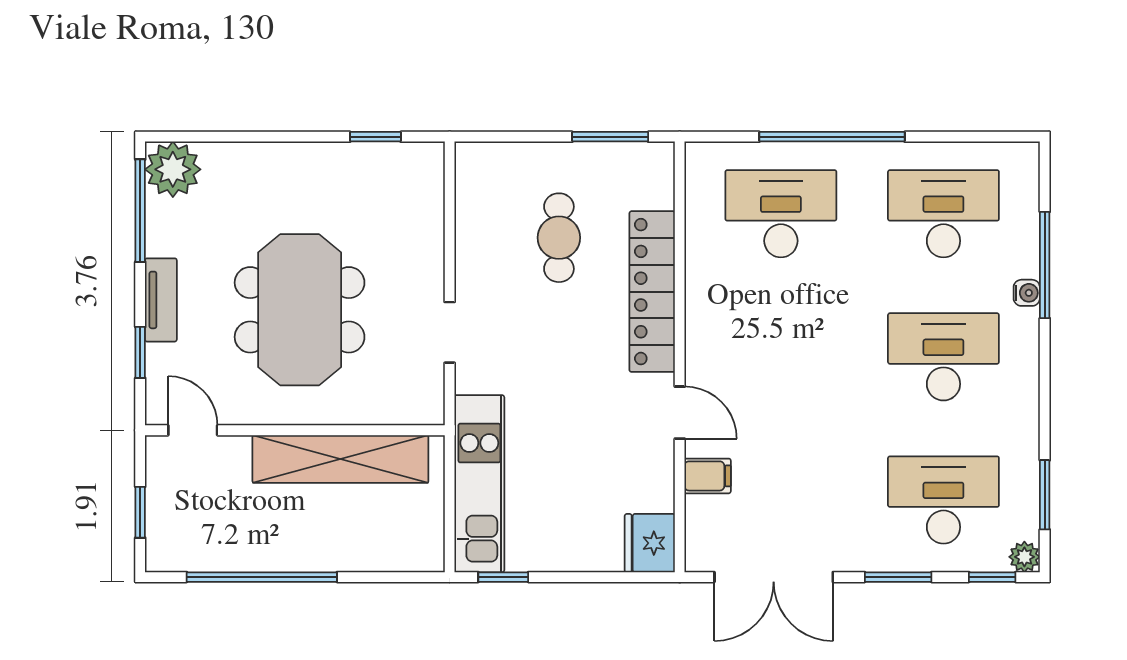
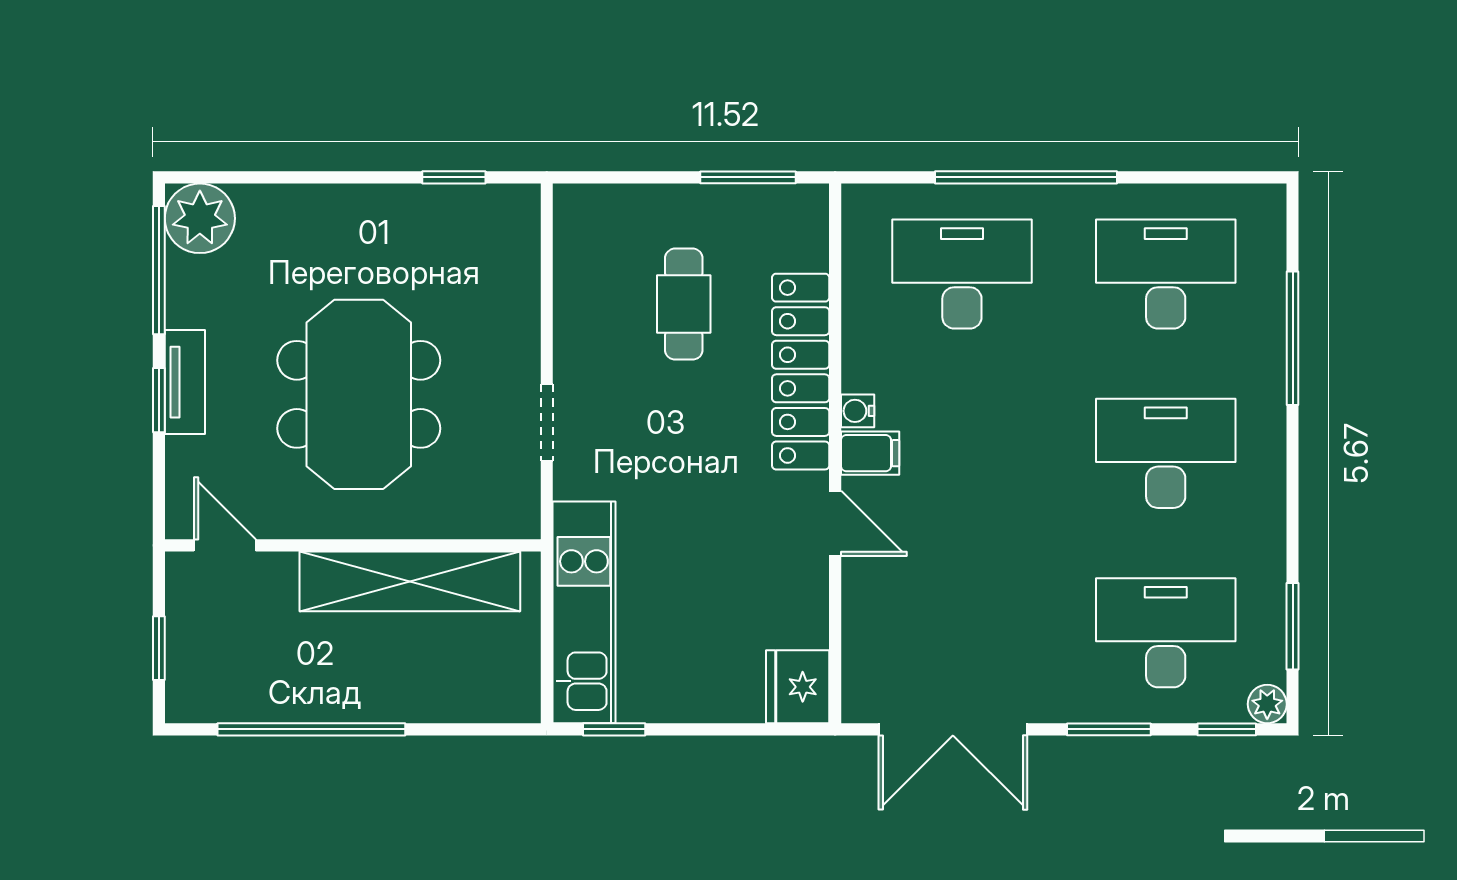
water cooler: (1027, 293) -> (858, 411), moved, turned 180
window: (140, 352) -> (159, 400), moved
filing cabinet: (708, 476) -> (870, 453), moved

